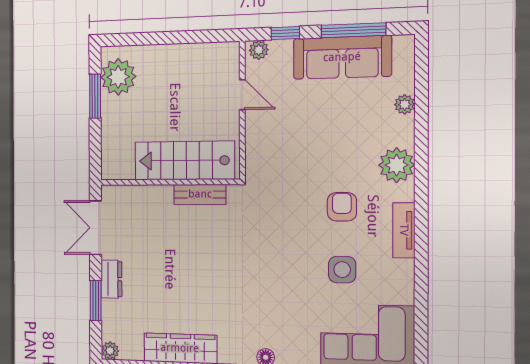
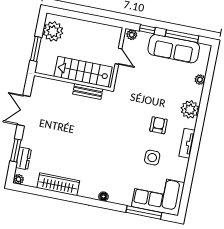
window: (95, 96) -> (36, 49), moved
stairs: (185, 161) -> (83, 72), moved
wall: (169, 182) -> (72, 82), moved
bench: (200, 194) -> (88, 91), moved
dresser: (111, 279) -> (24, 158), moved

